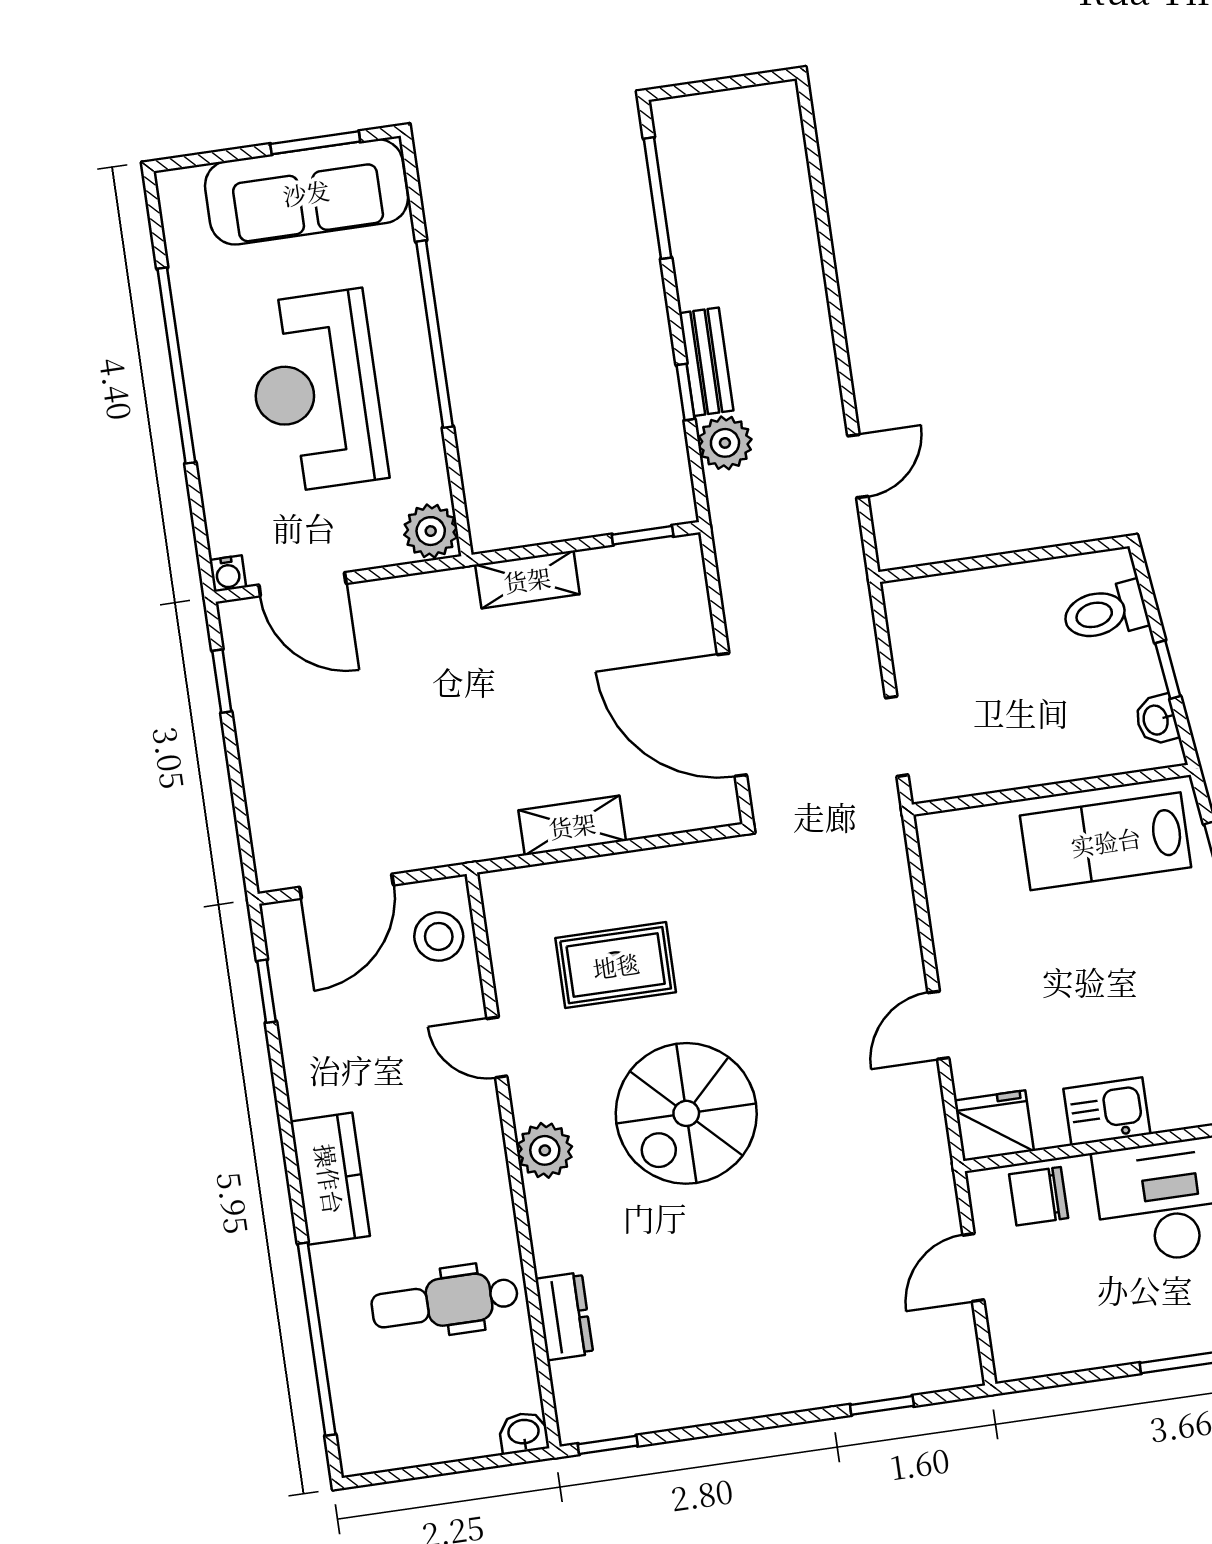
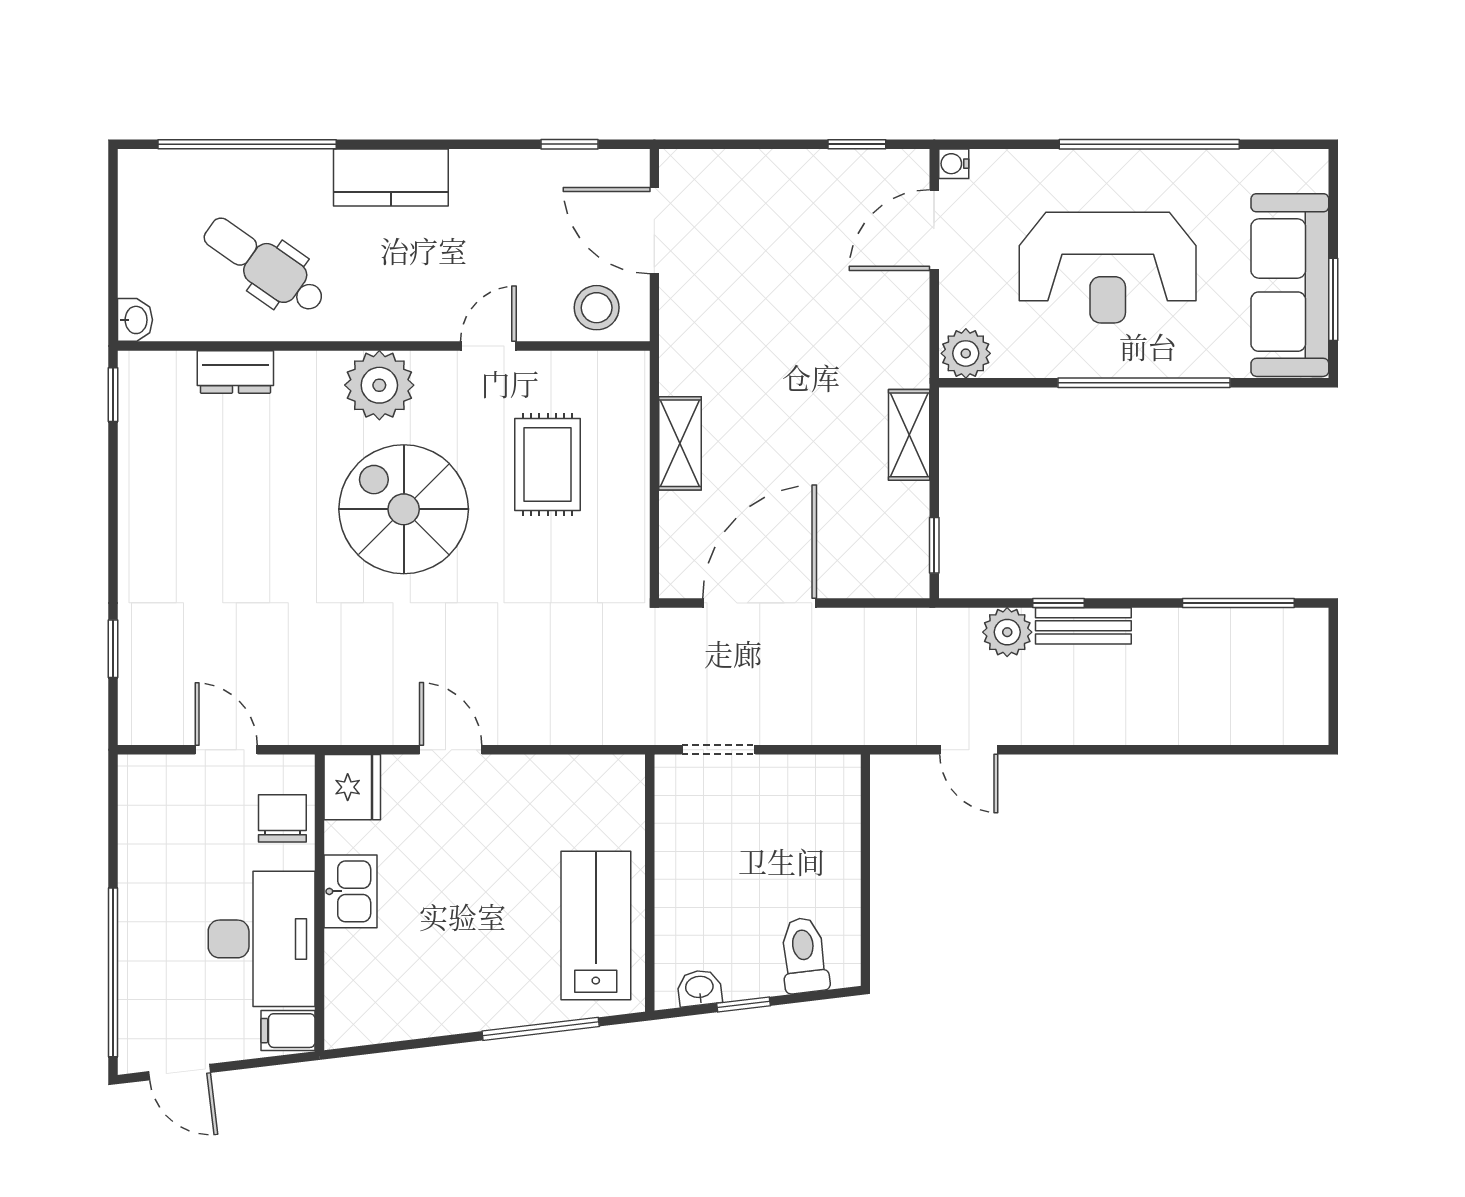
reception desk: (316, 391) -> (1108, 268), turned 180
plant: (545, 1150) -> (379, 385), width x1.36, depth x1.36
dental chair: (445, 1302) -> (264, 265), turned -55

